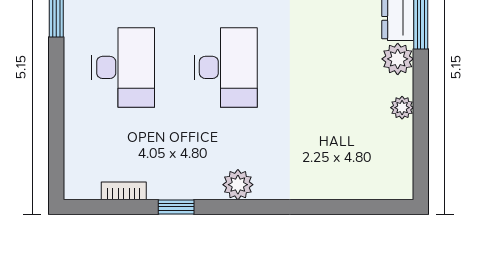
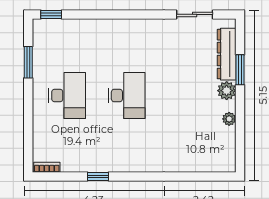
plant: (238, 185) -> (134, 164), removed
bookcase: (124, 191) -> (47, 167), moved

